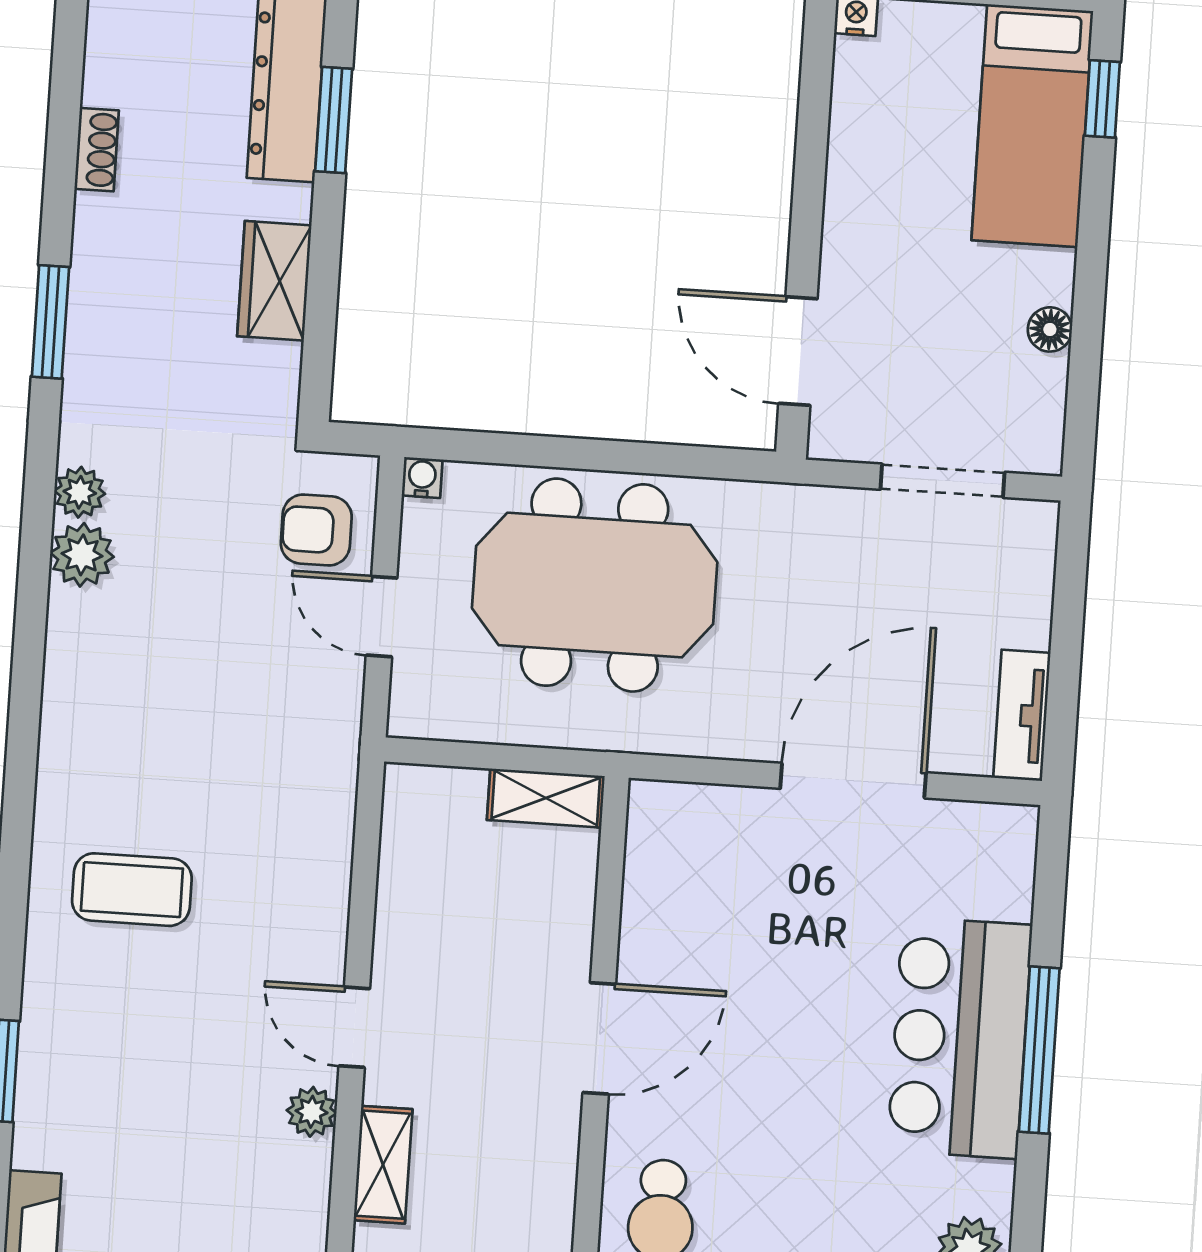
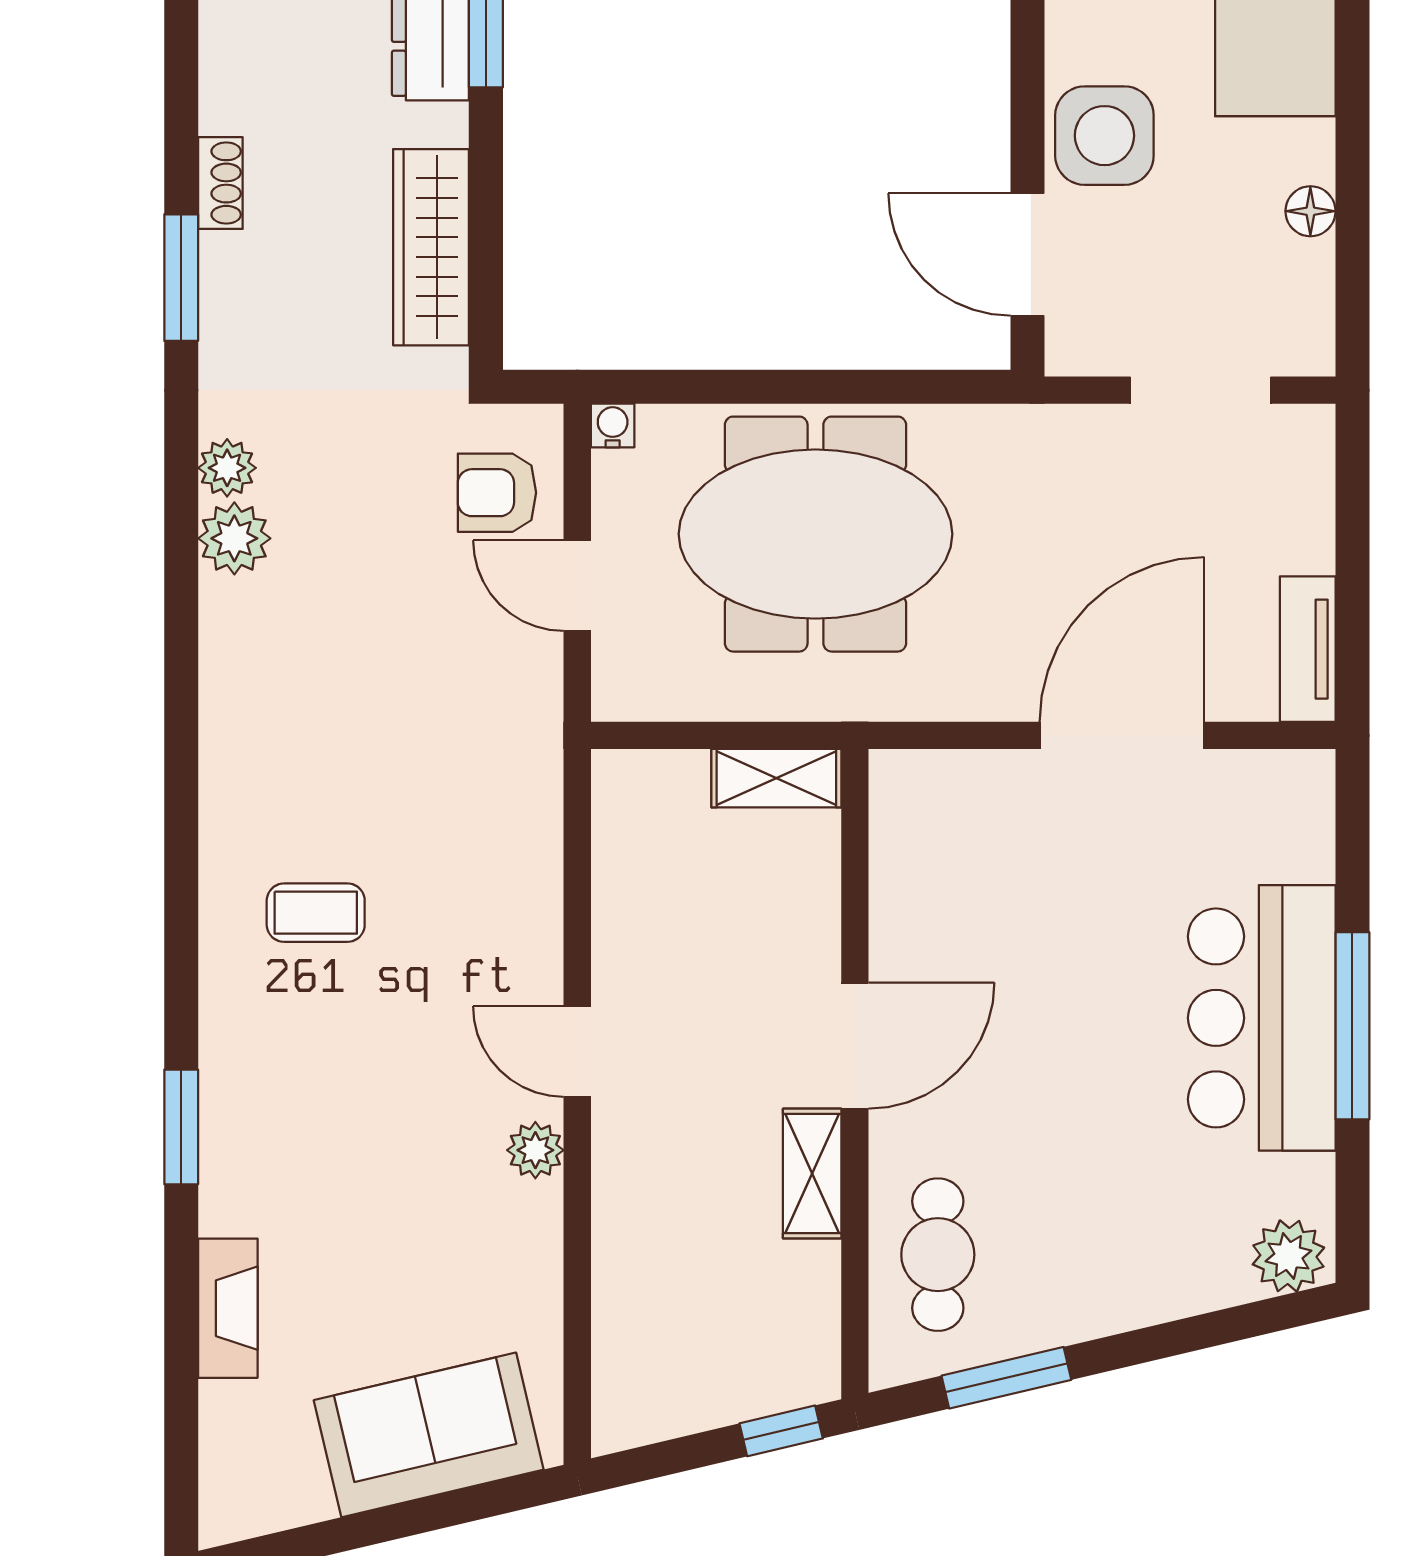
shoe rack: (97, 150) -> (220, 183), moved
side table: (873, 251) -> (1104, 136), added
wardrobe: (274, 281) -> (431, 247), width x1.50
coffee table: (132, 890) -> (316, 913), width x0.73, depth x0.77
shelving: (383, 1165) -> (812, 1174), moved

